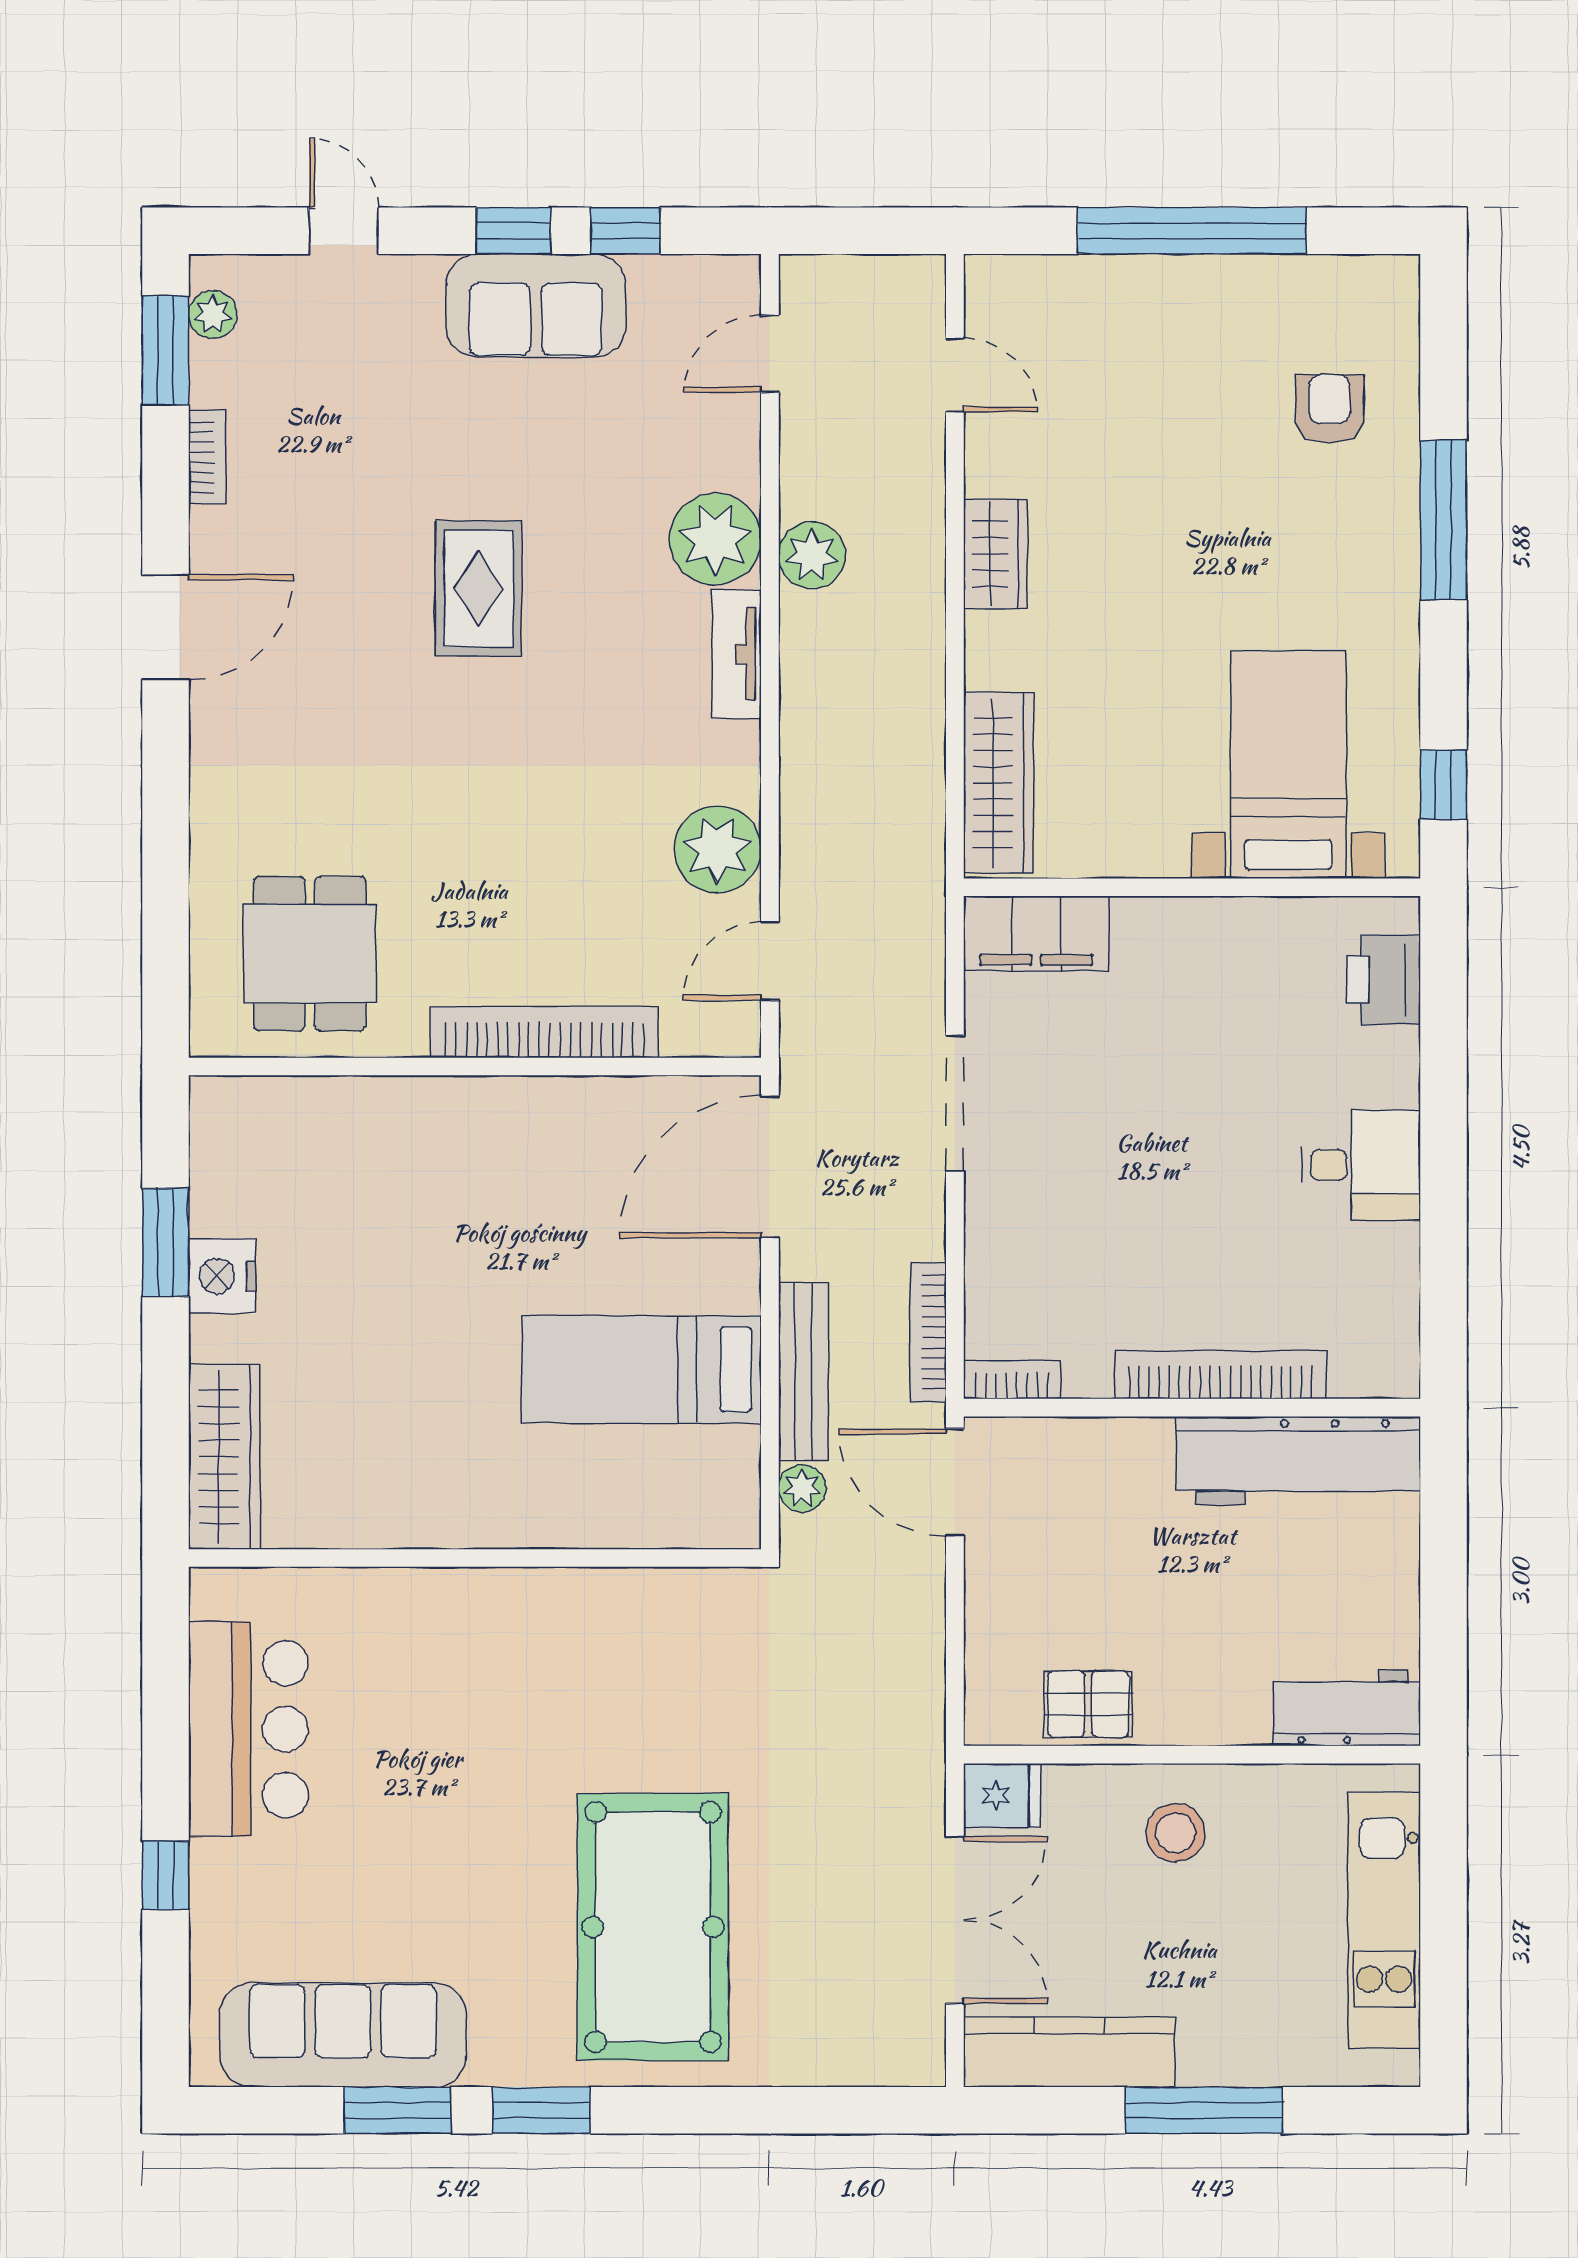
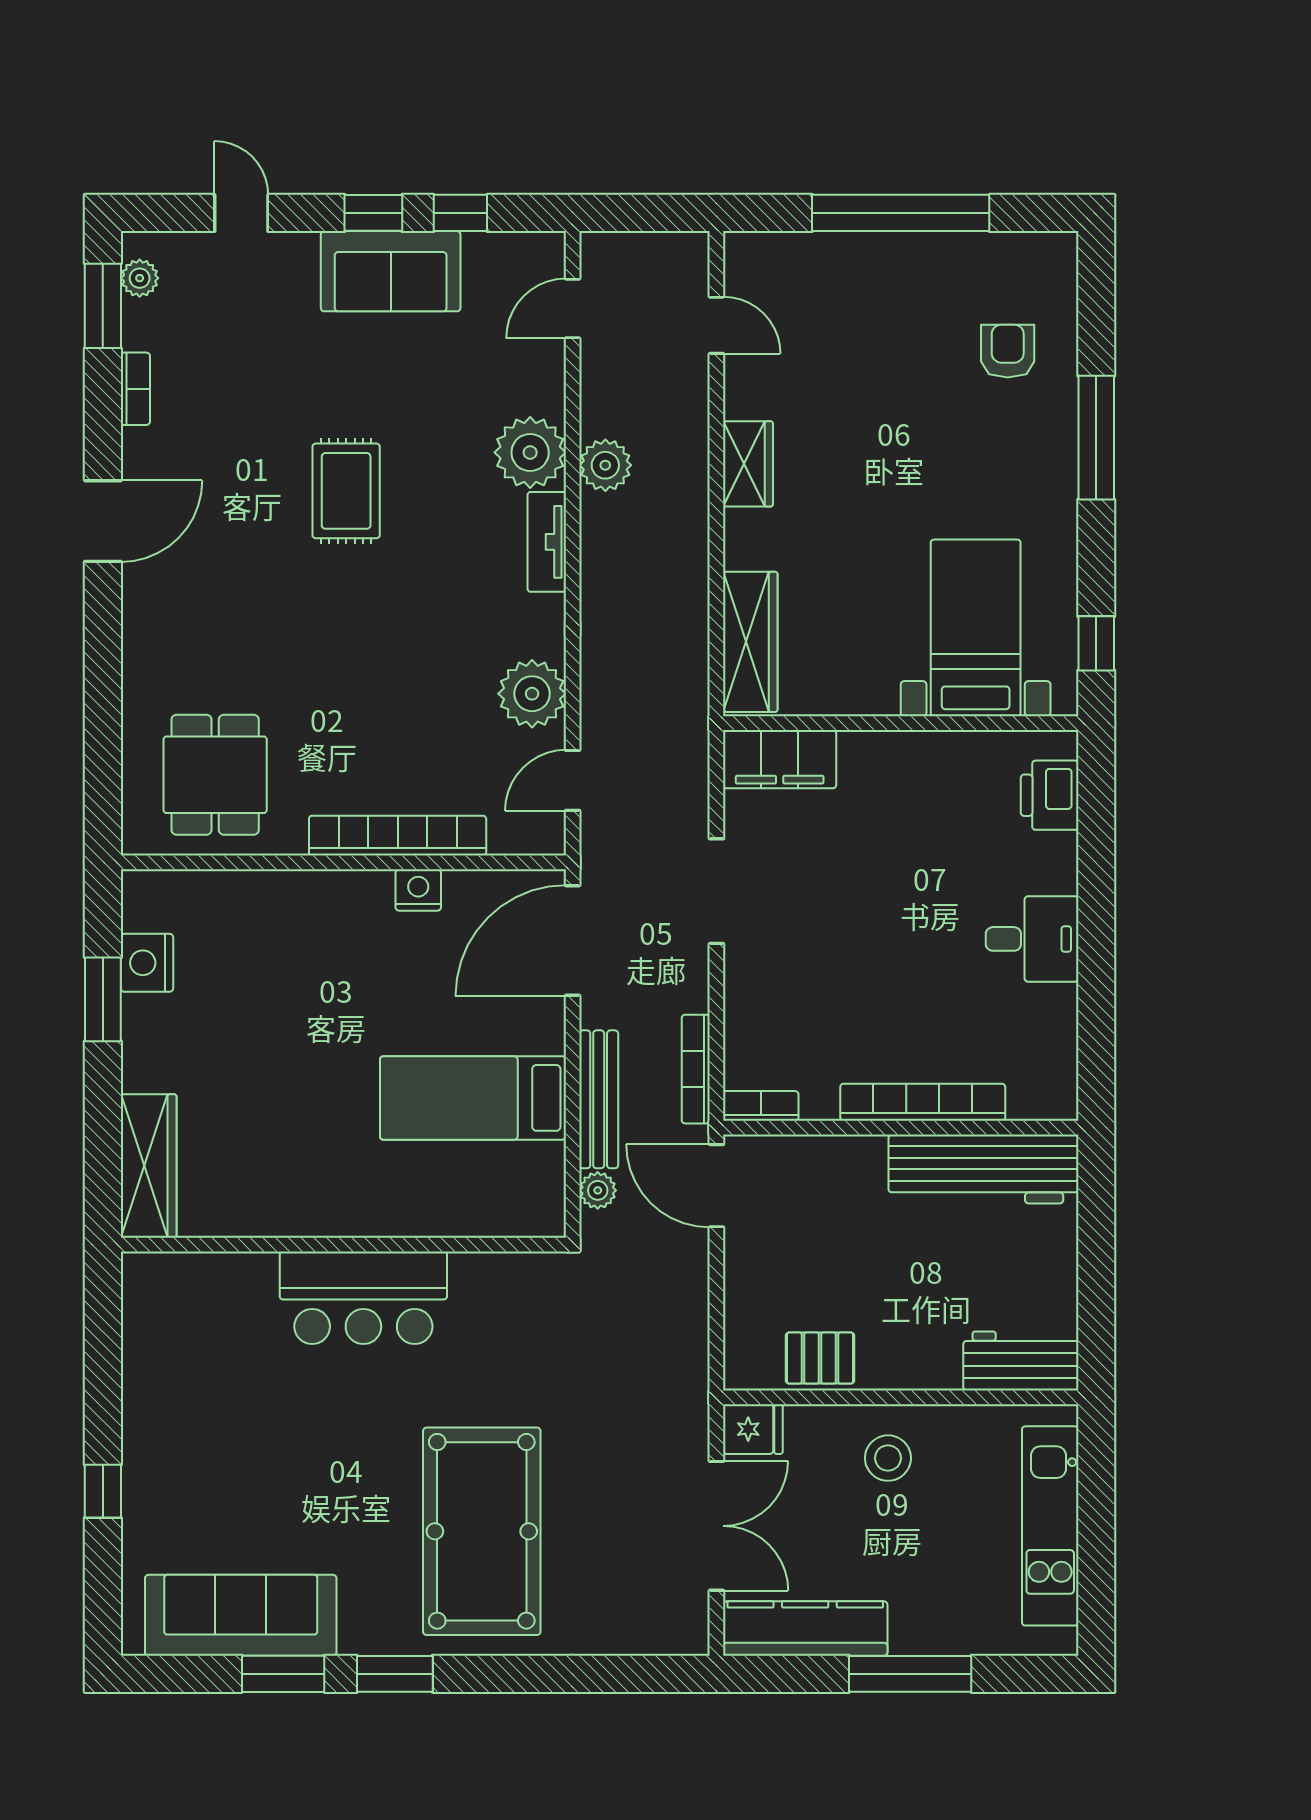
nightstand: (571, 1102) -> (418, 890), added
nightstand: (222, 1276) -> (147, 963), moved
bar counter: (248, 1729) -> (363, 1298), moved, turned 90

